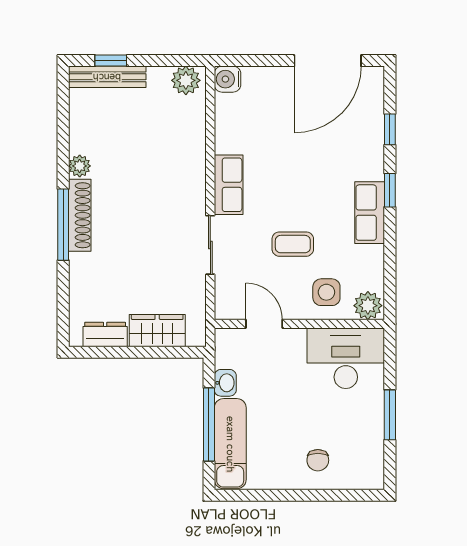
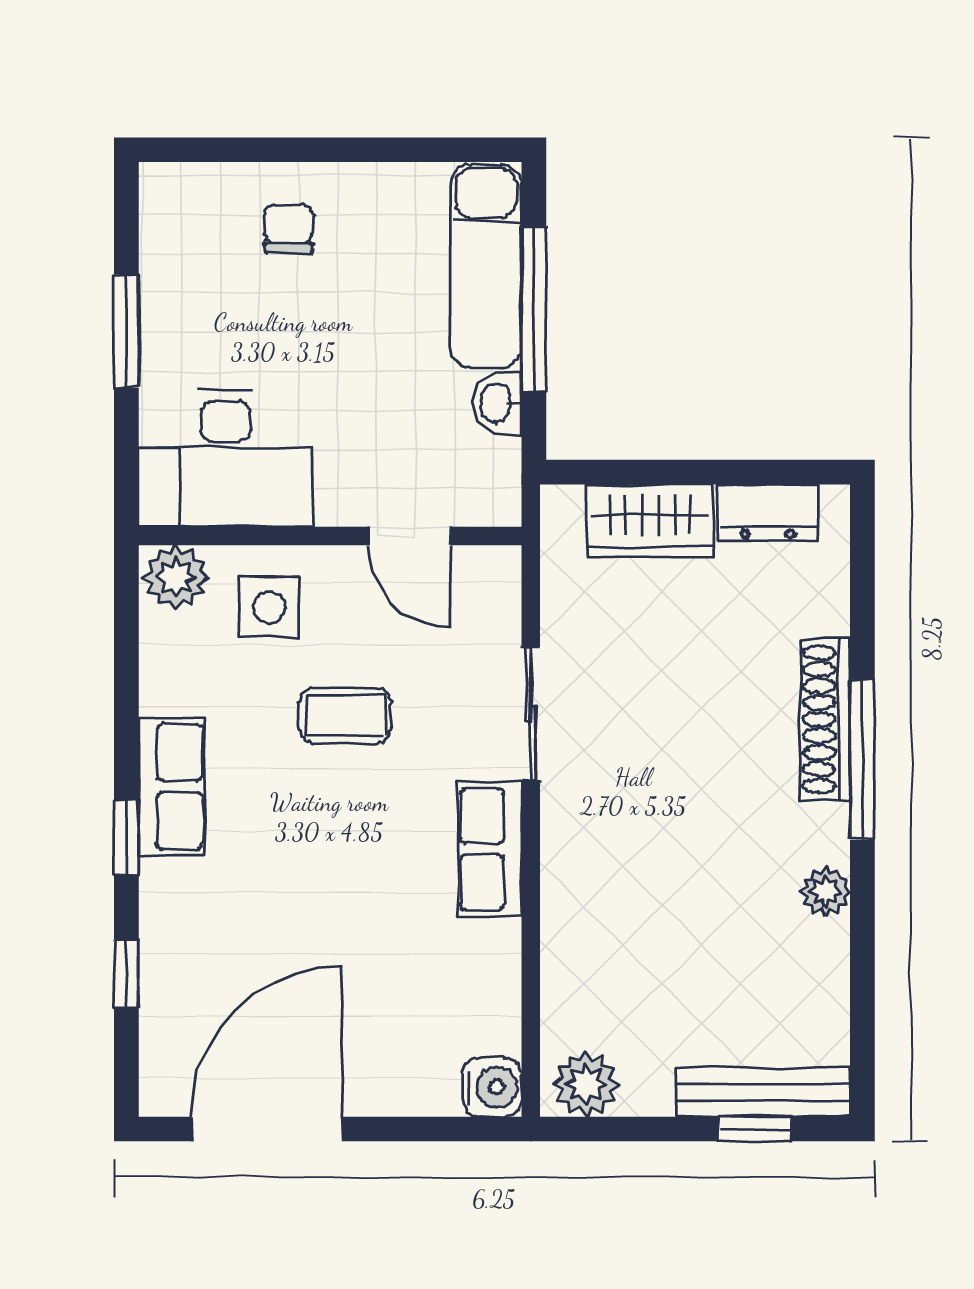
shoe rack: (80, 215) -> (825, 719), moved

